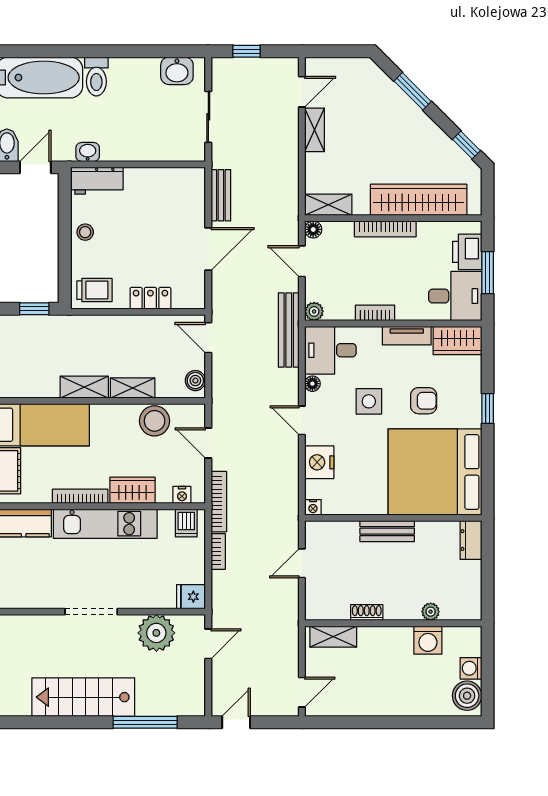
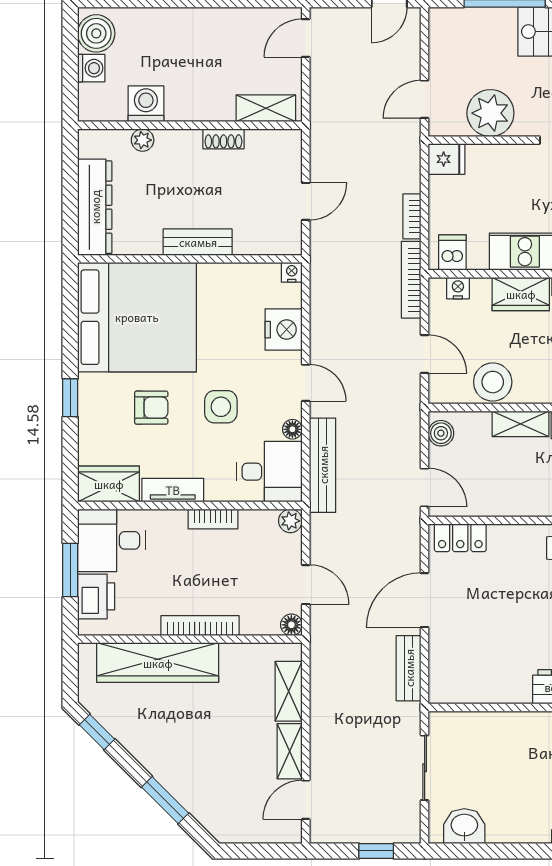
shelving: (328, 205) -> (289, 691), moved, turned 90
locker: (150, 298) -> (460, 538), moved
bench: (289, 330) -> (323, 465), moved
armchair: (424, 401) -> (151, 408), turned 180
dresser: (471, 540) -> (95, 207), width x1.96, depth x1.24

